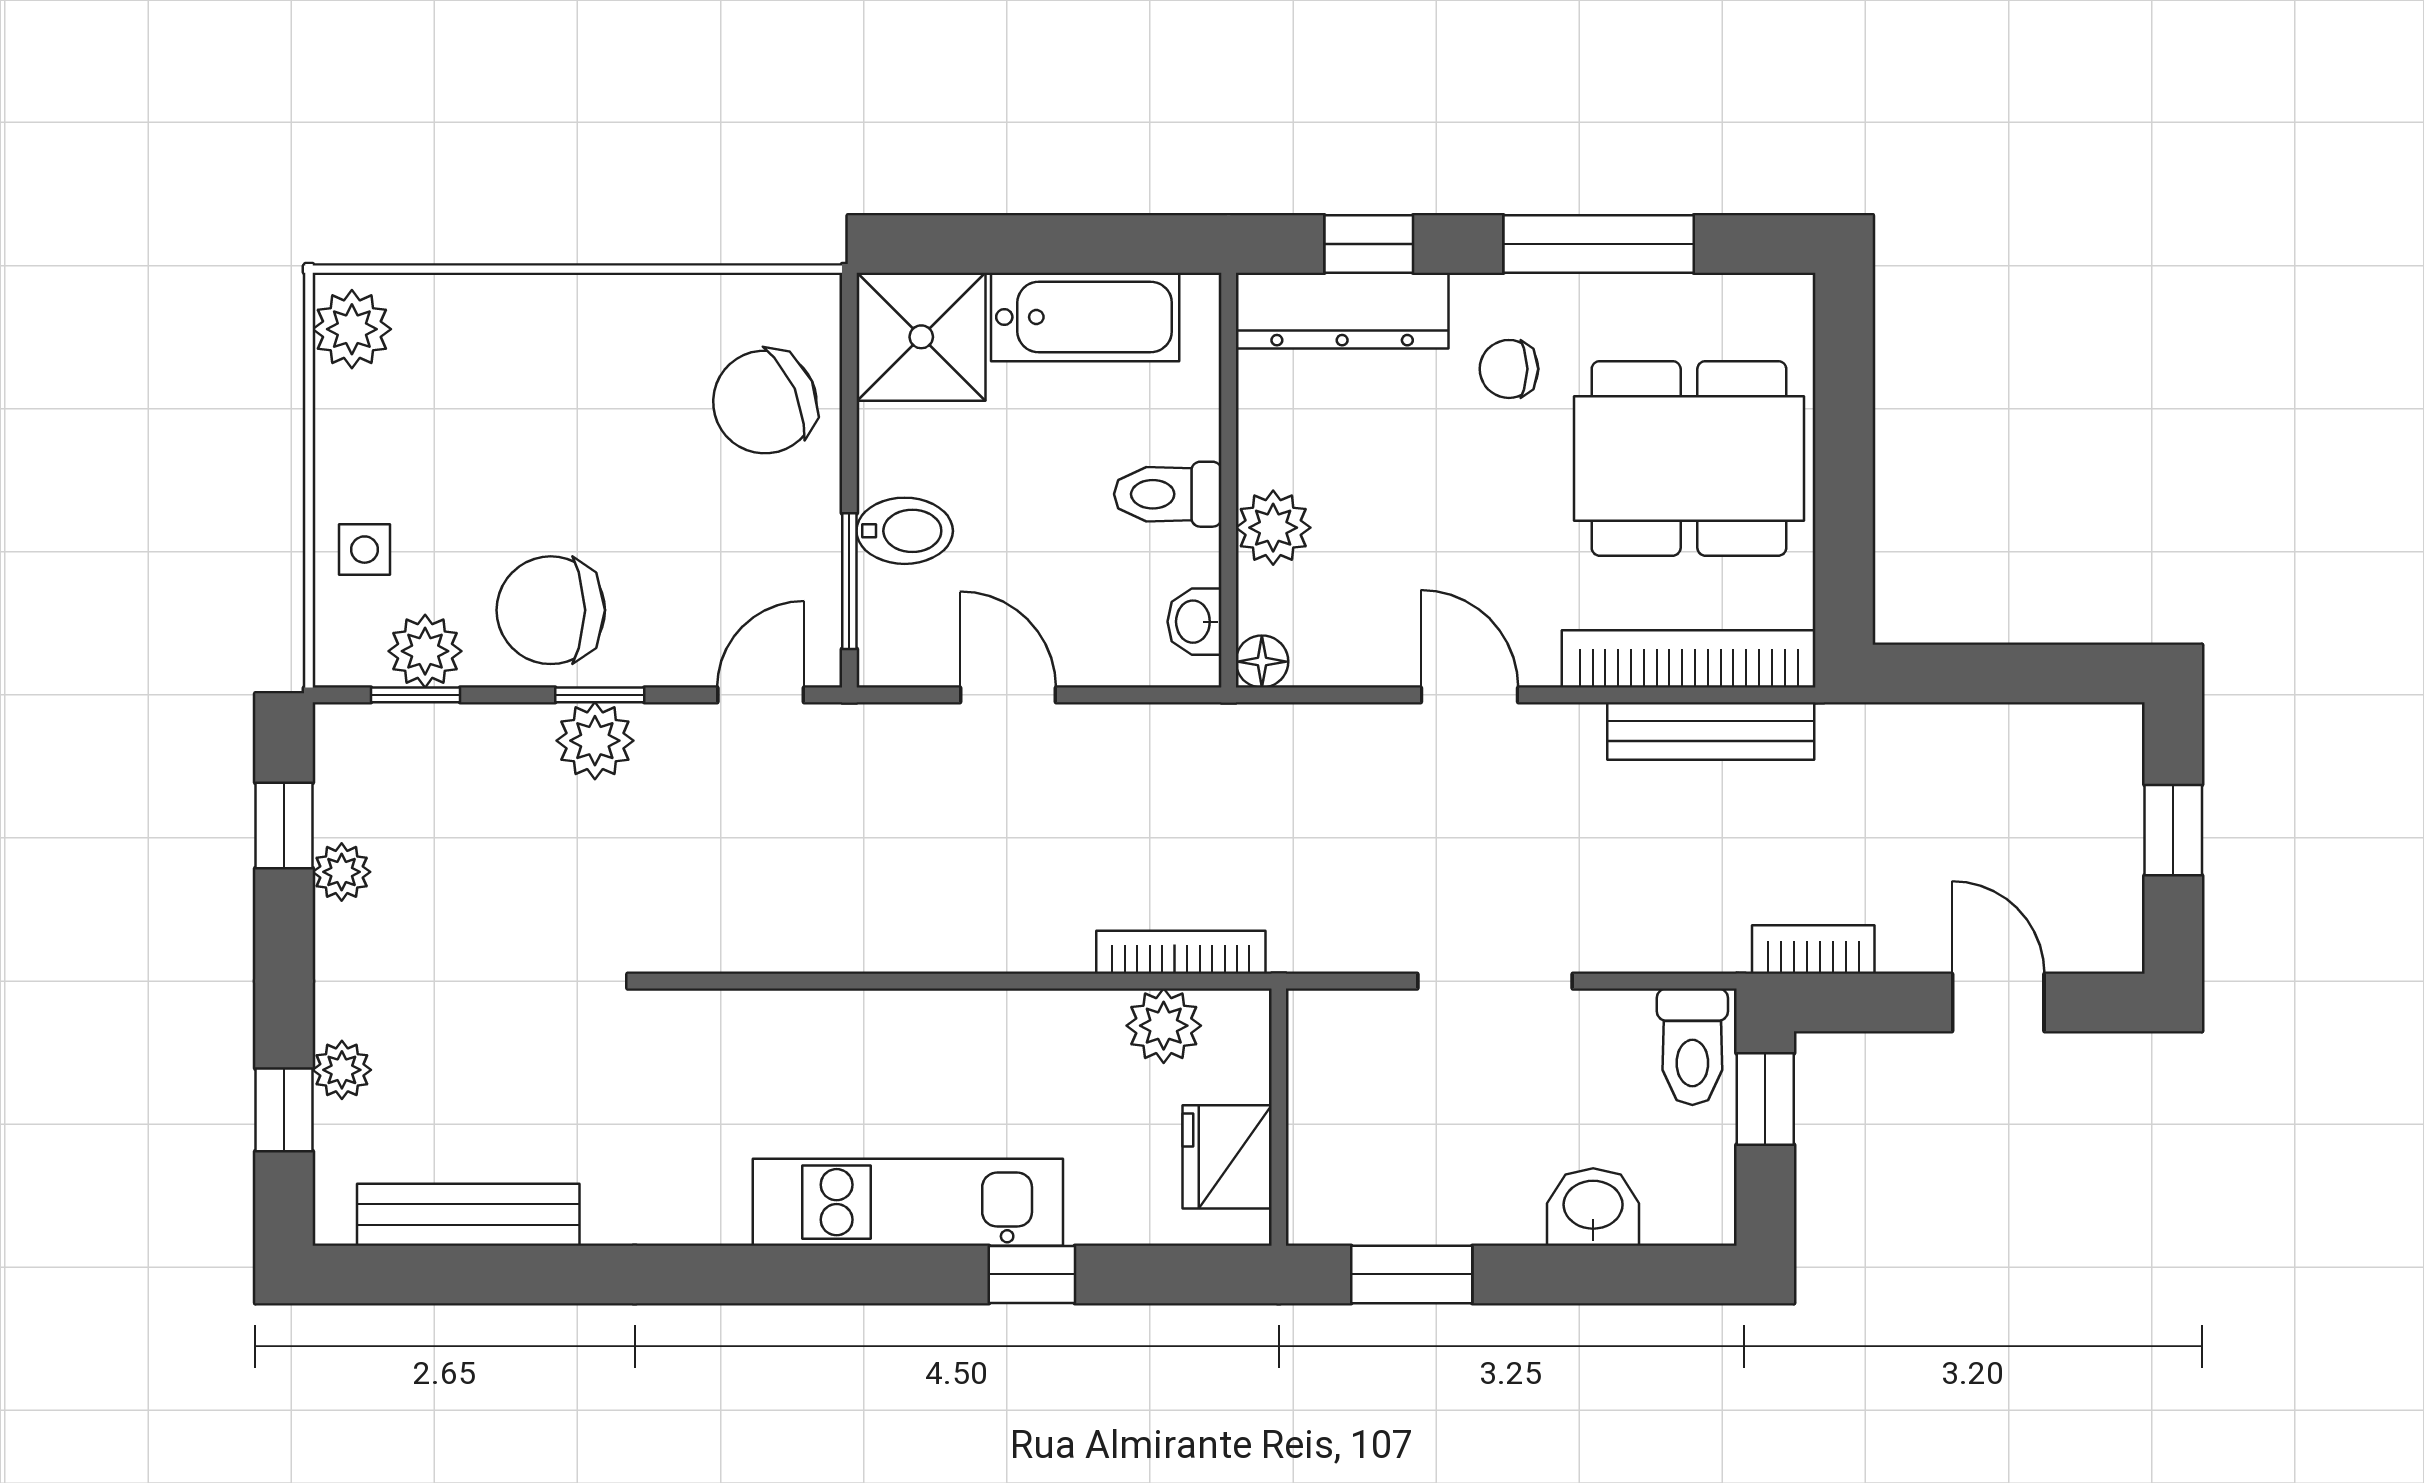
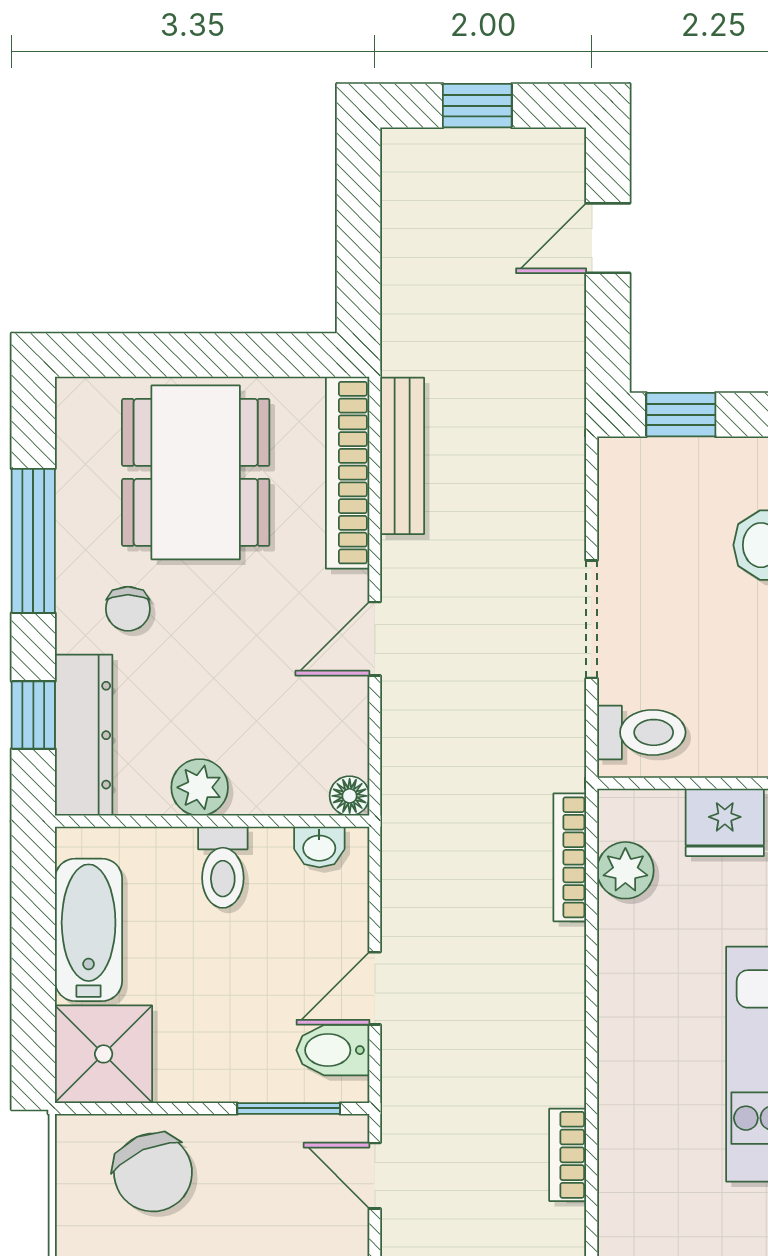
plant: (1273, 528) -> (200, 787), moved
bidet: (905, 531) -> (333, 1050), moved, turned -90
bookcase: (1813, 950) -> (568, 1155), moved
toilet: (1692, 1047) -> (641, 732), moved

